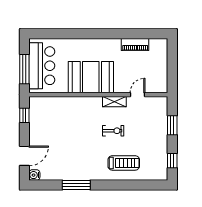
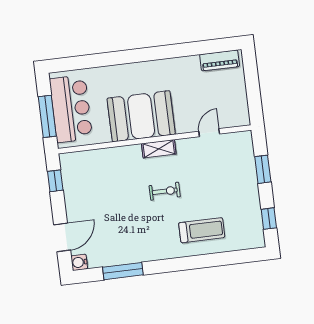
piano: (135, 44) -> (220, 60), moved
shelving: (114, 102) -> (159, 149), moved
exercise bike: (113, 131) -> (165, 191), moved
window: (76, 185) -> (123, 271), moved

